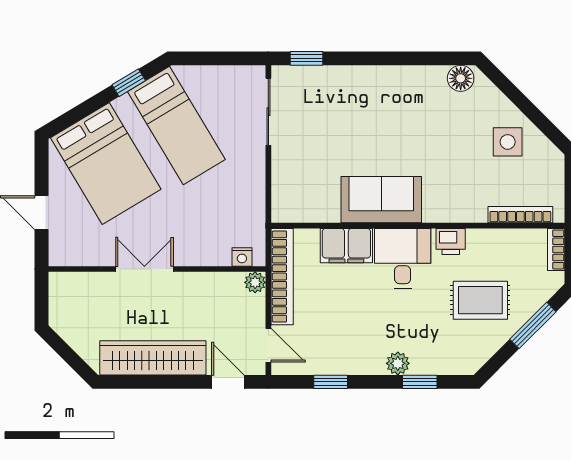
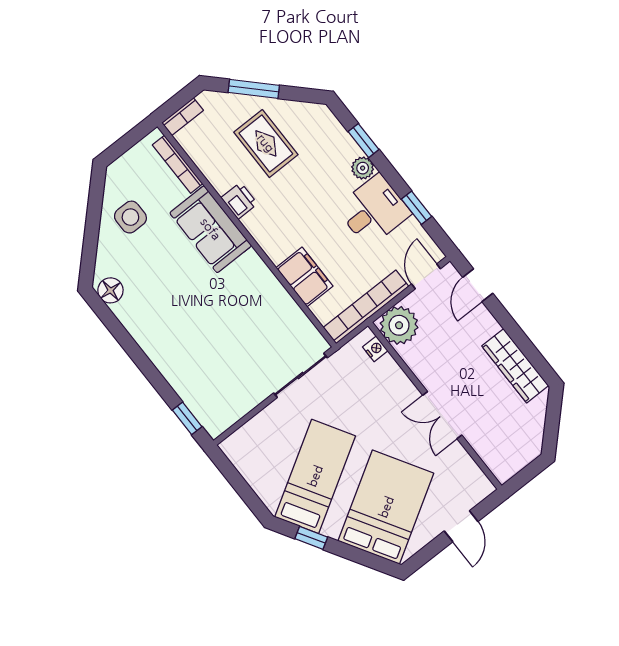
sliding door: (268, 112) -> (301, 375), moved
sofa: (381, 200) -> (211, 229), moved
desk: (403, 258) -> (374, 211), moved, turned 180
plant: (255, 282) -> (399, 325), width x1.87, depth x1.87
wardrobe: (153, 358) -> (515, 366), width x0.71, depth x0.85

